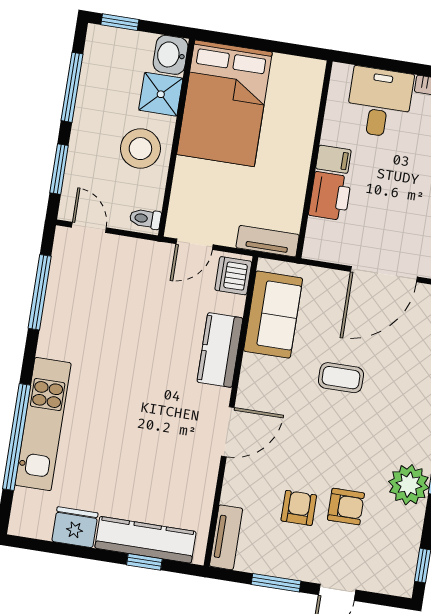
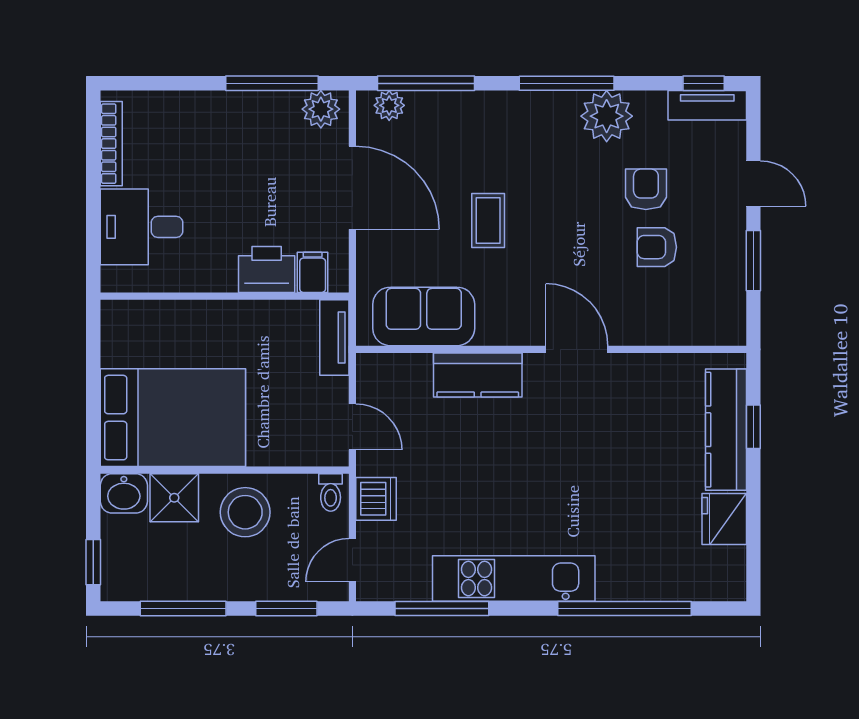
filing cabinet: (333, 159) -> (313, 272), moved
dishwasher: (233, 276) -> (376, 499), moved, turned -90
kitchen unit: (43, 424) -> (514, 579), moved
tv unit: (226, 537) -> (707, 105), moved, turned 180

